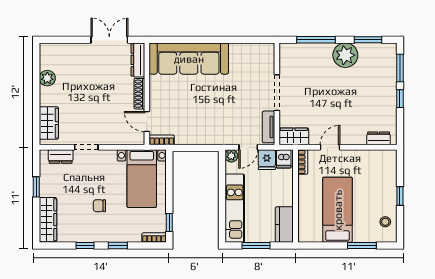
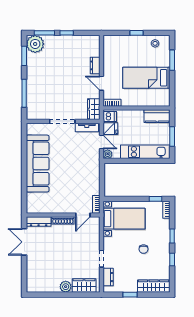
plant: (345, 55) -> (35, 44), moved
sofa: (189, 59) -> (38, 164), moved
plant: (47, 78) -> (66, 287), moved
dresser: (379, 138) -> (95, 65), moved

